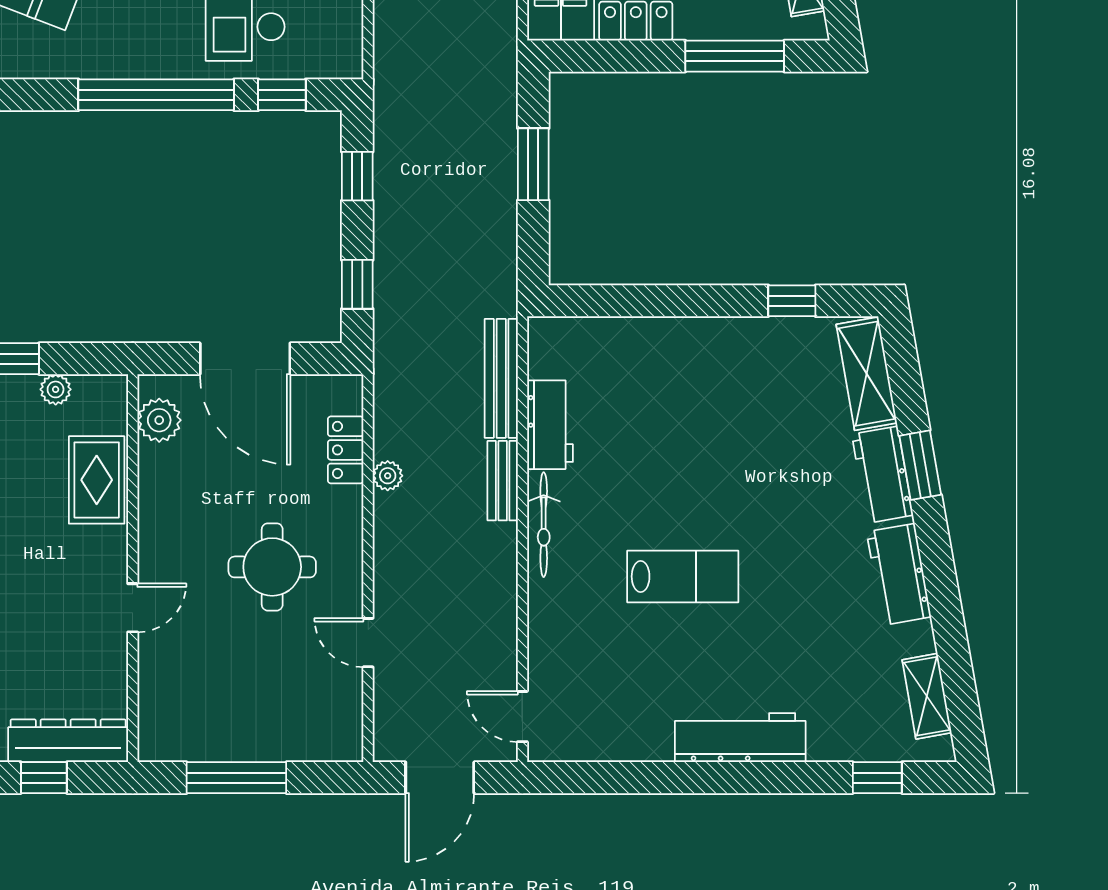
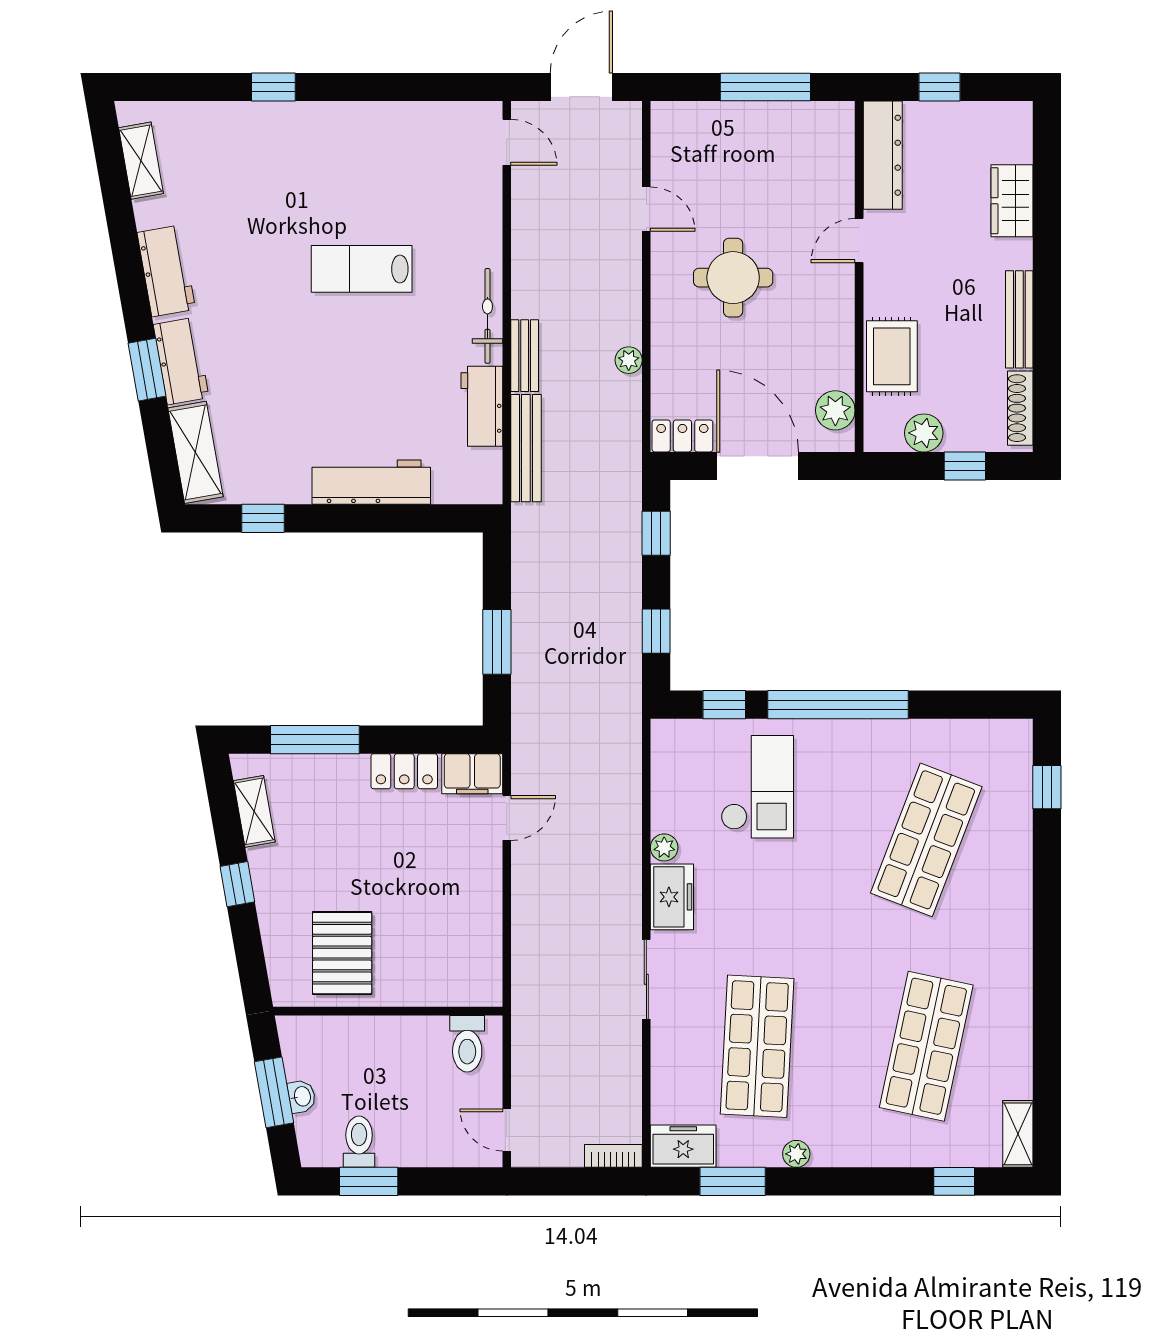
plant: (56, 389) -> (924, 433), width x1.38, depth x1.38
locker: (346, 450) -> (682, 436), moved, turned -90
workbench: (740, 738) -> (371, 482), moved, turned 180
dresser: (68, 741) -> (883, 155), moved, turned -90
window: (877, 778) -> (273, 87), moved

